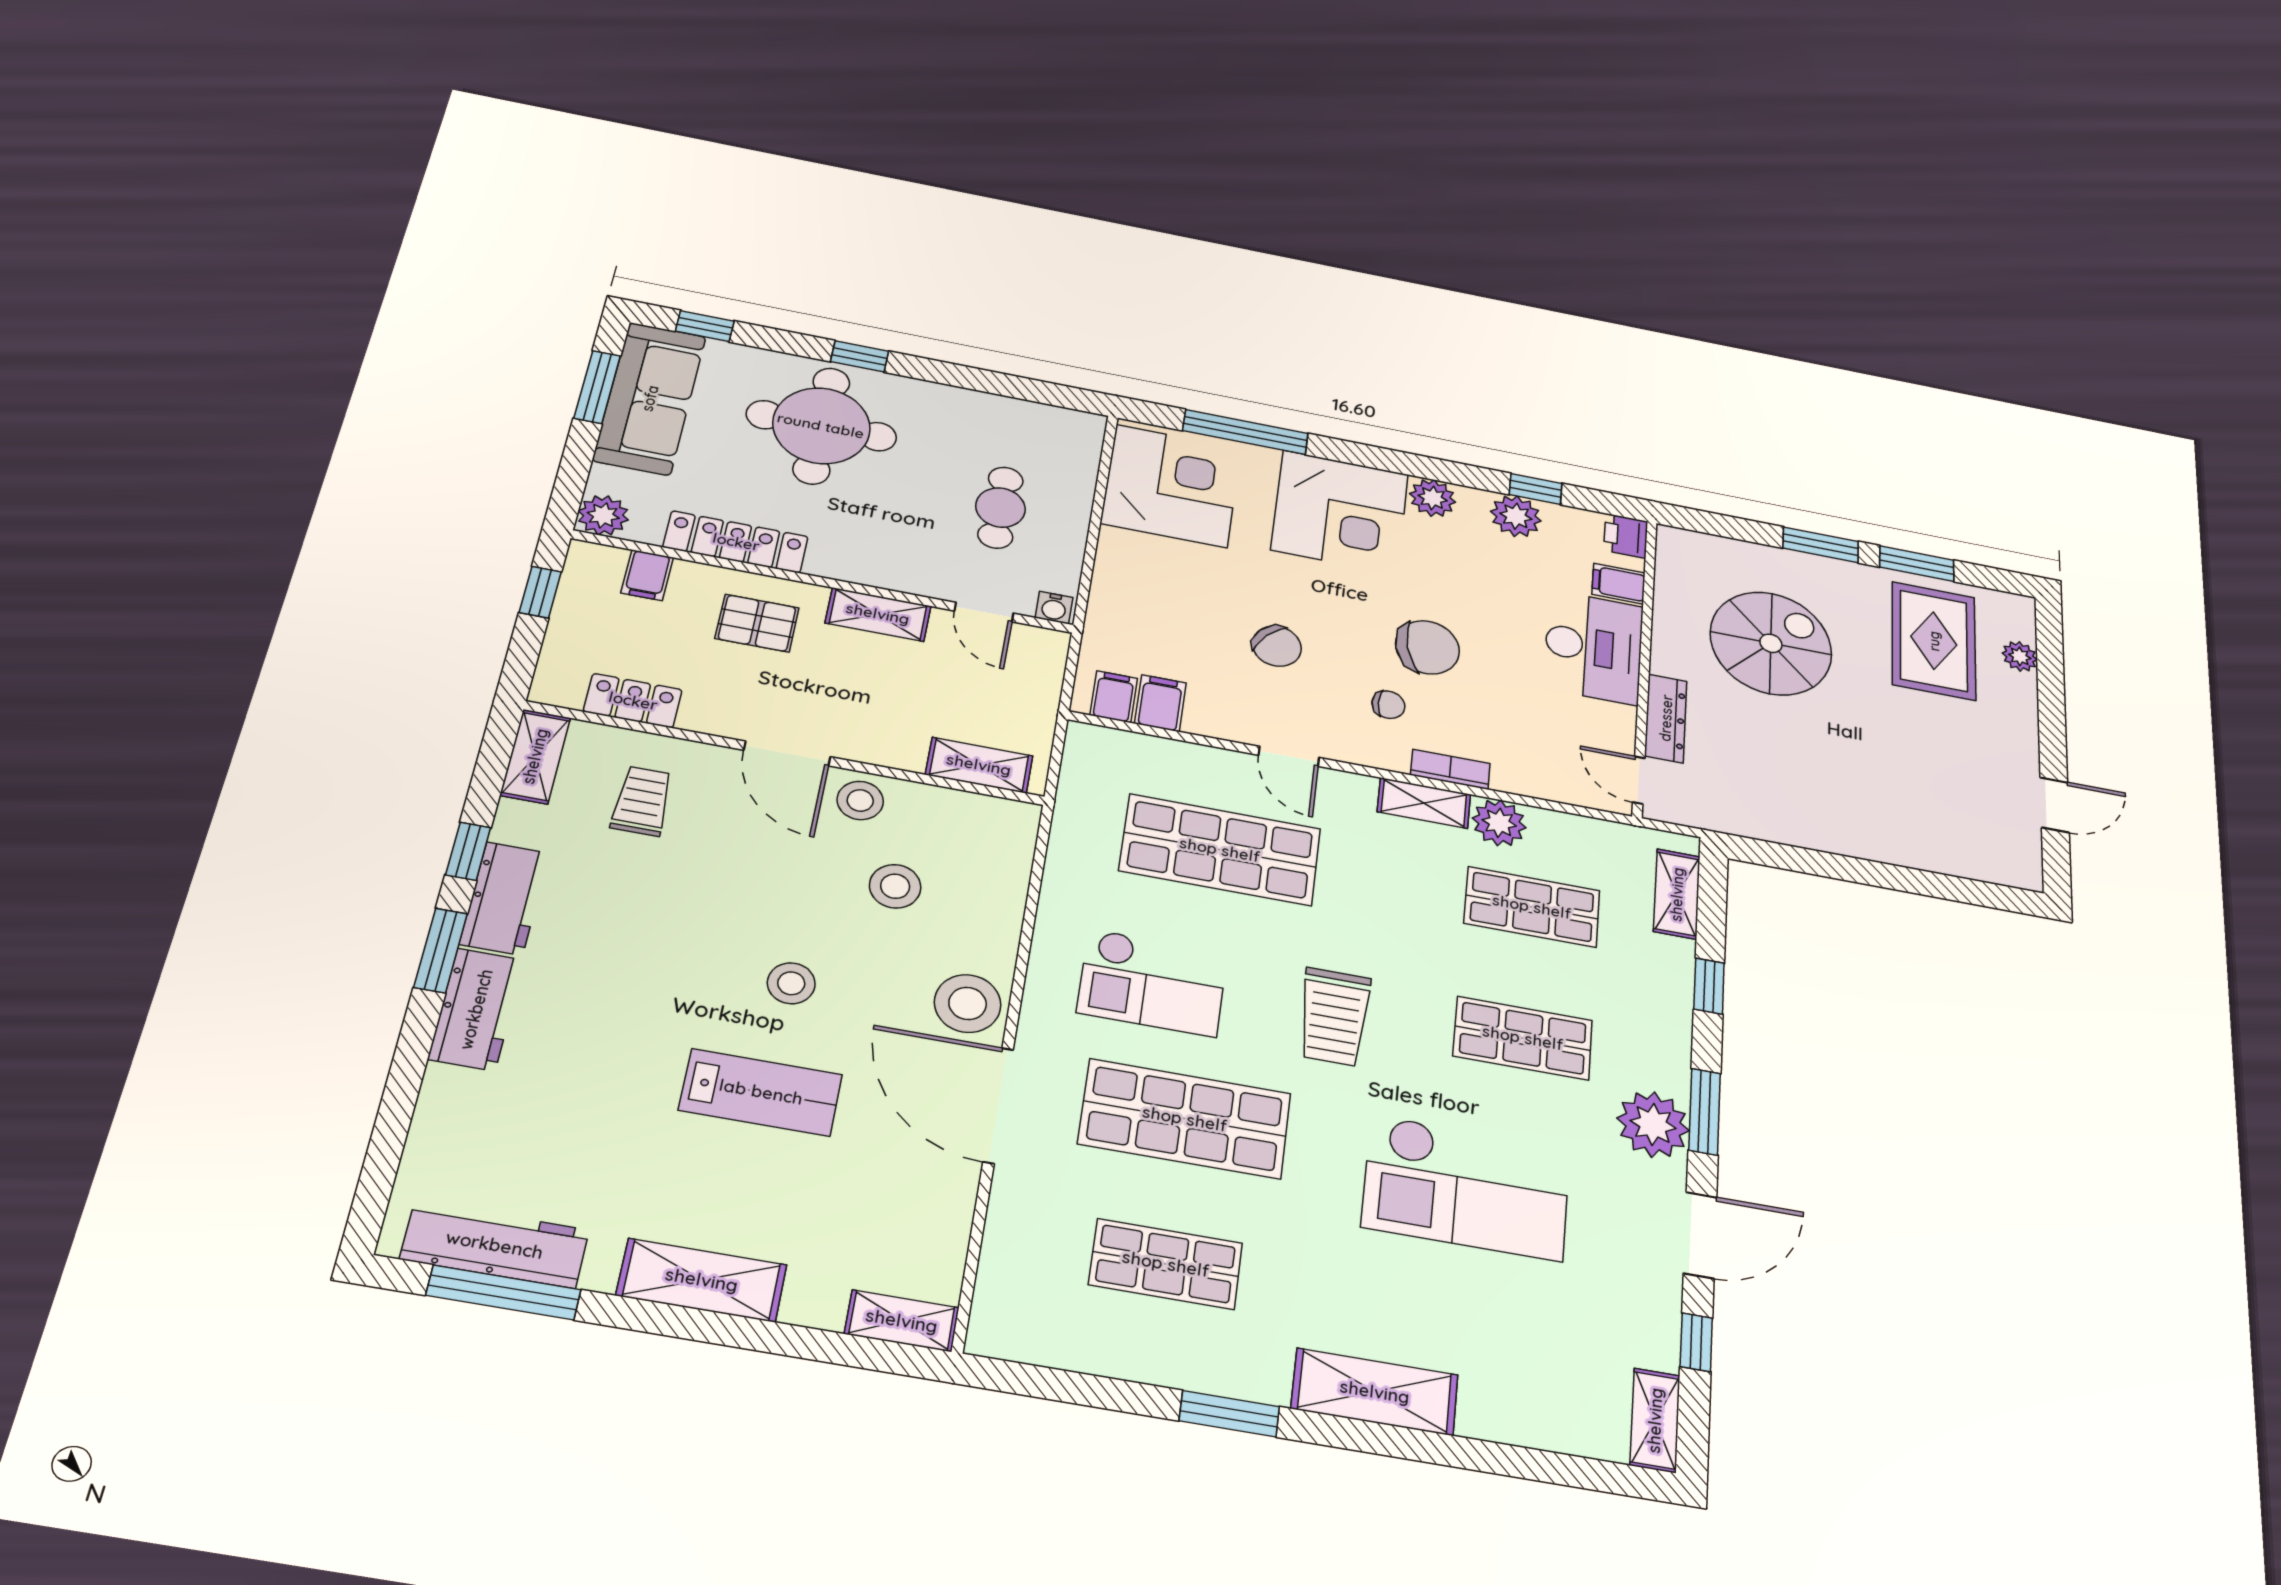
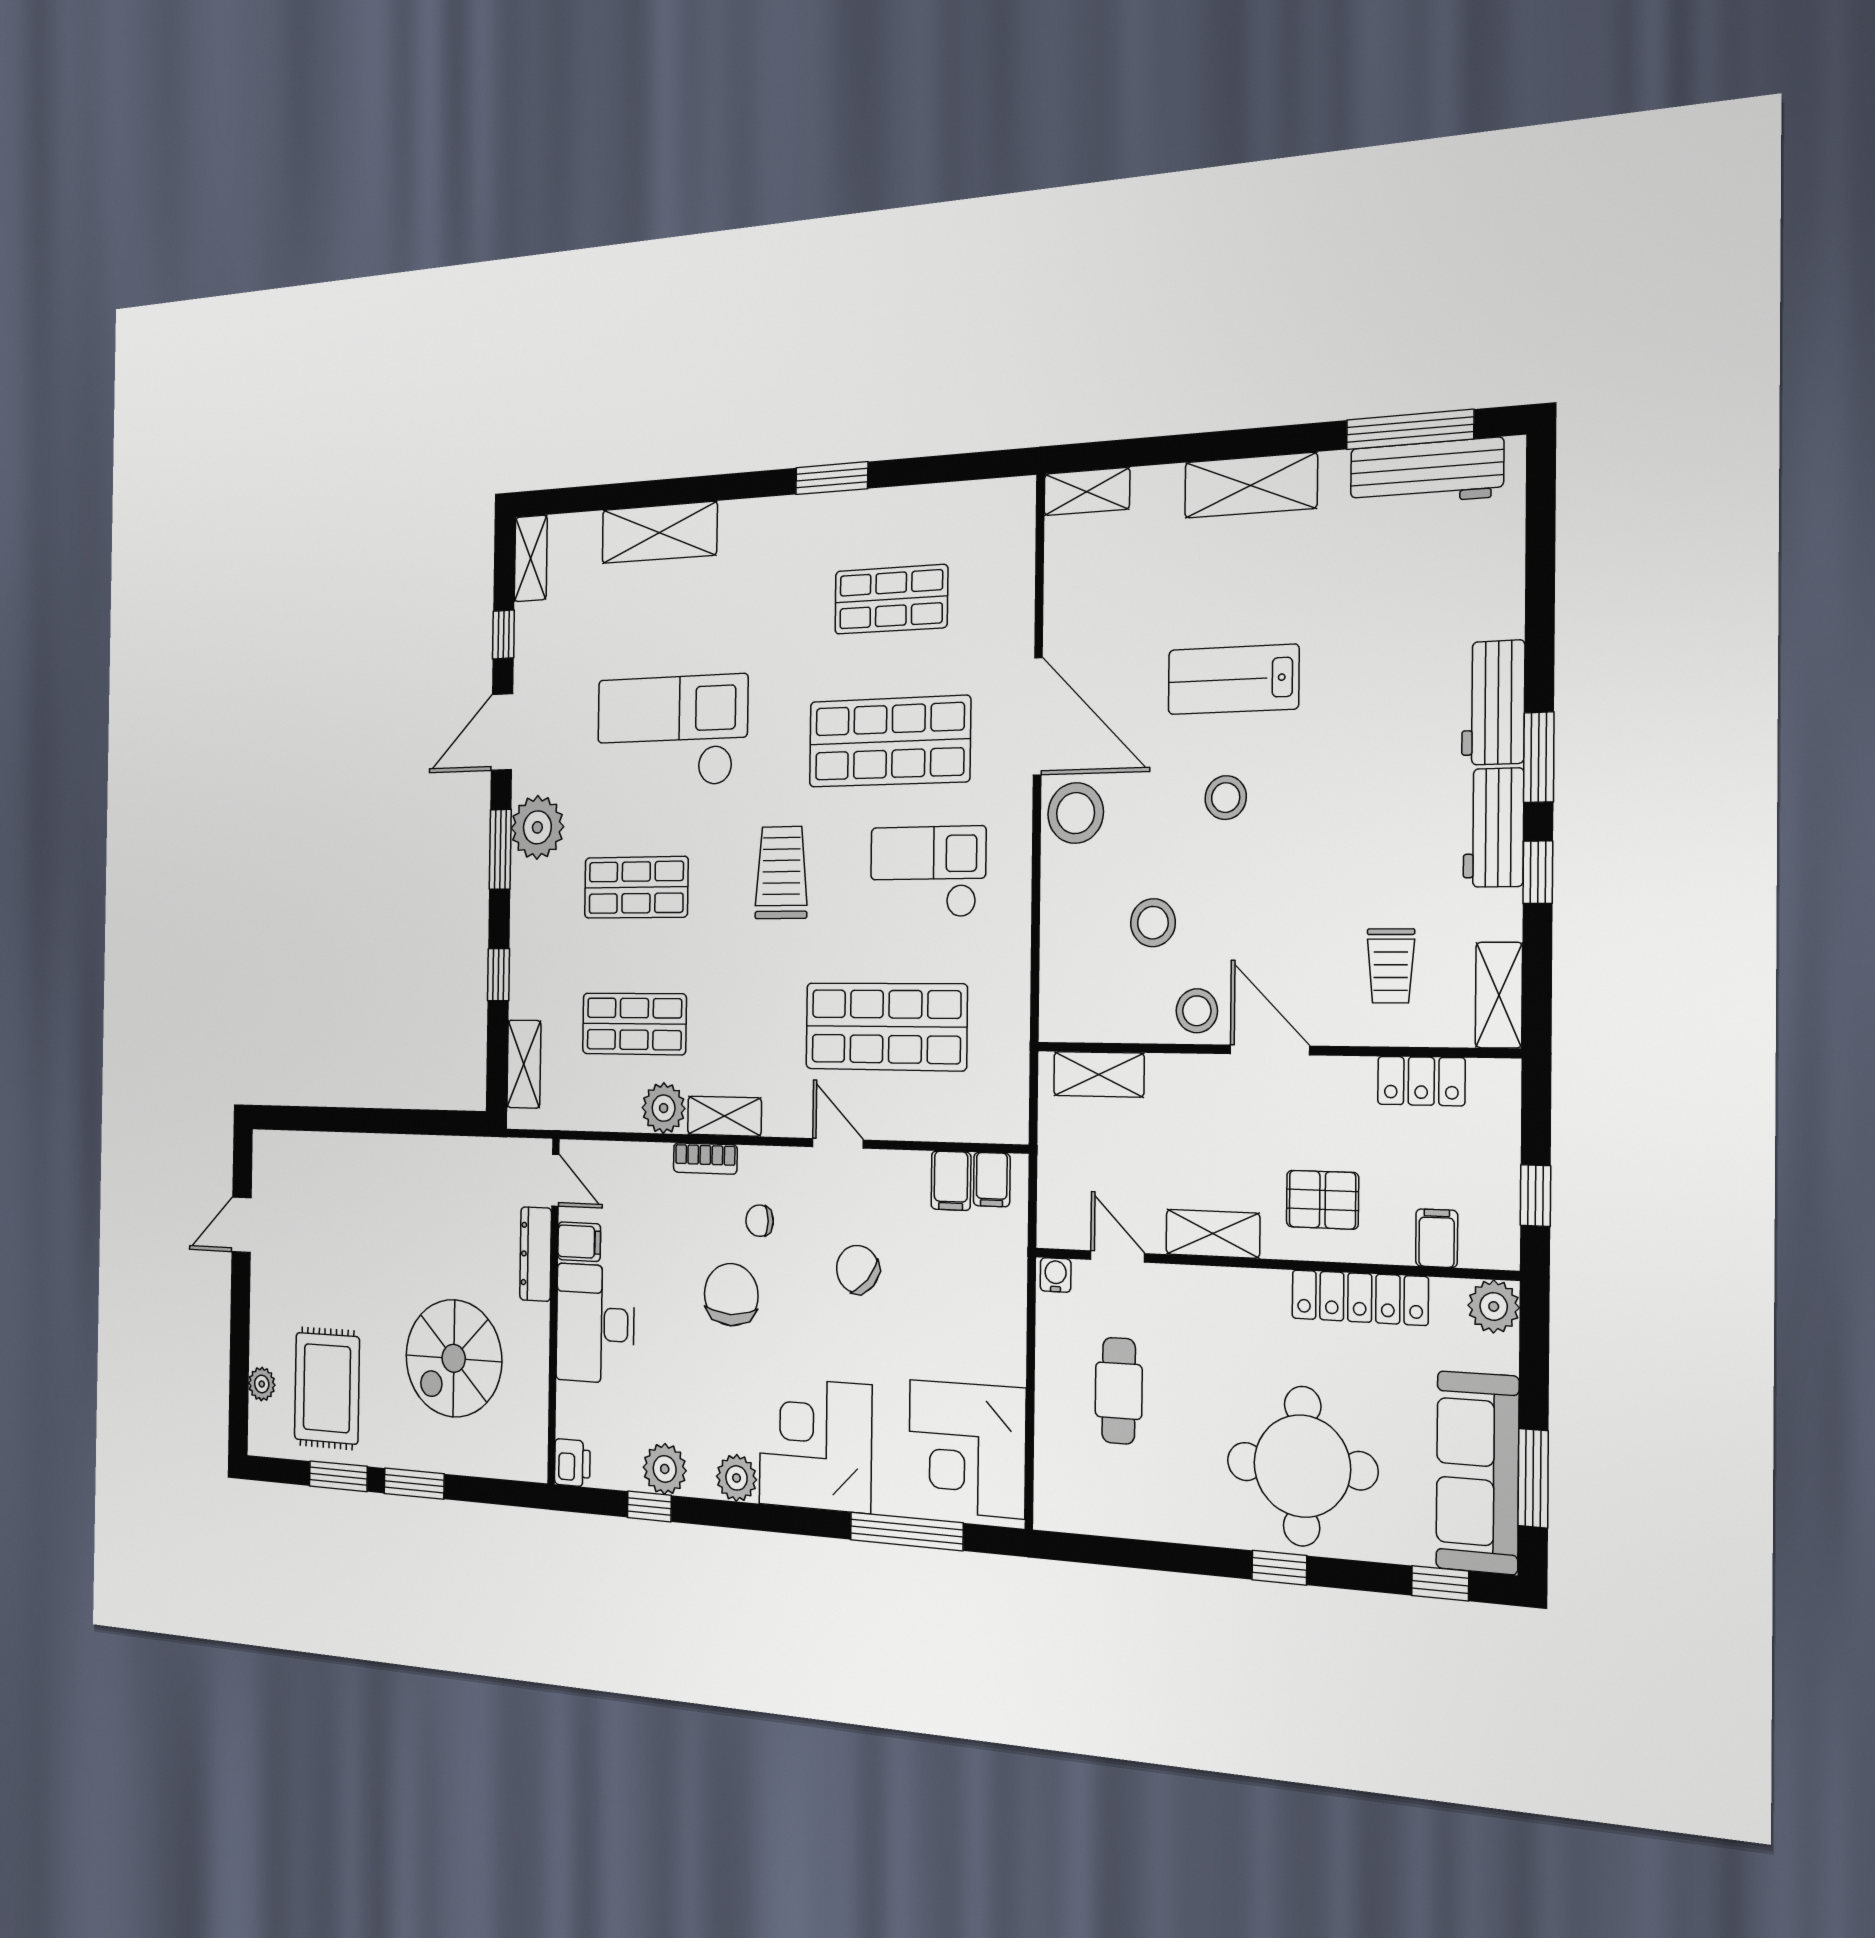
filing cabinet: (1619, 584) -> (579, 1242), moved
chair: (1427, 647) -> (731, 1295), turned 103
shelving: (1375, 1392) -> (659, 533), moved

